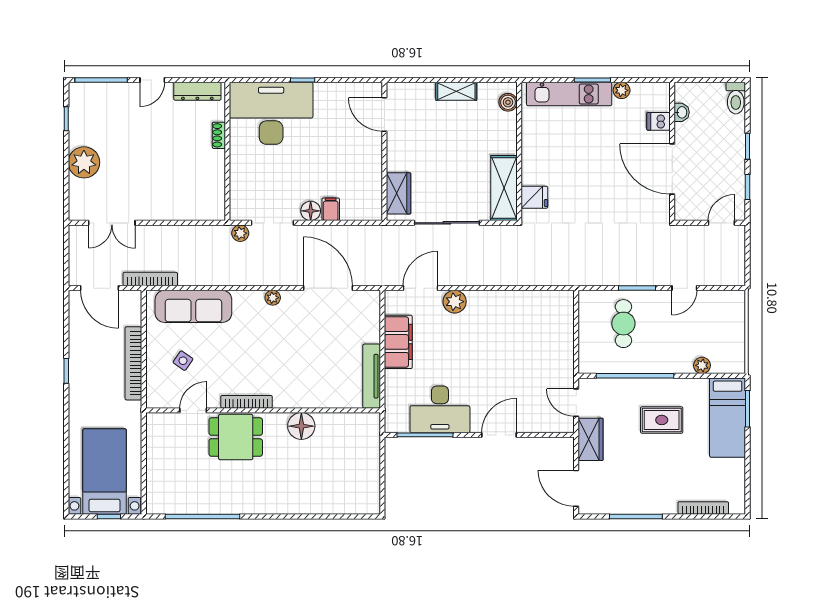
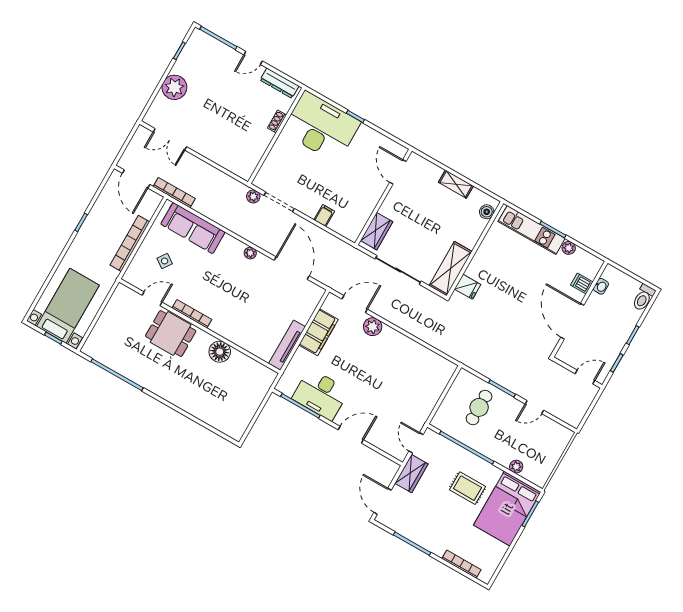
floor lamp: (311, 211) -> (310, 209), removed
bed: (728, 418) -> (507, 509), width x1.50

